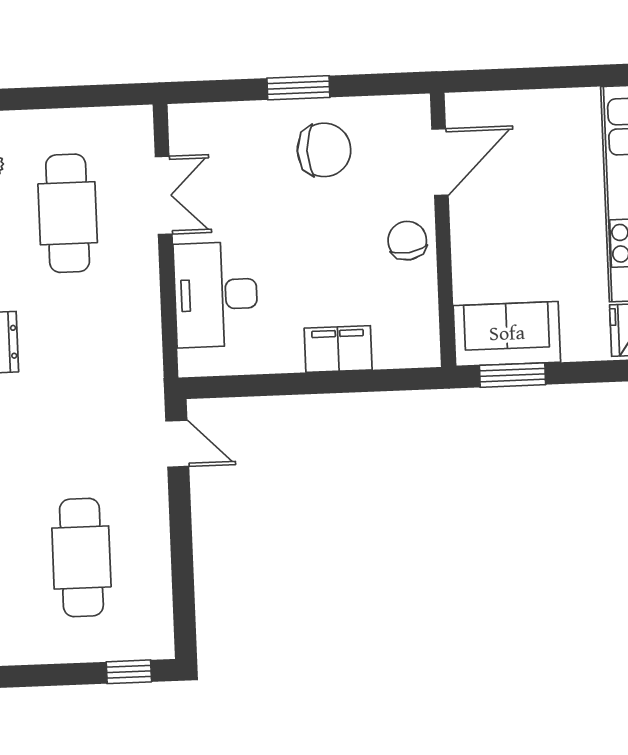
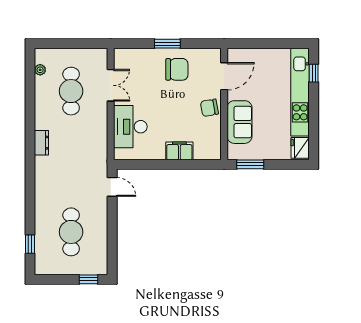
chair: (407, 241) -> (209, 108), turned -92
sofa: (507, 334) -> (240, 122), moved, turned 90

